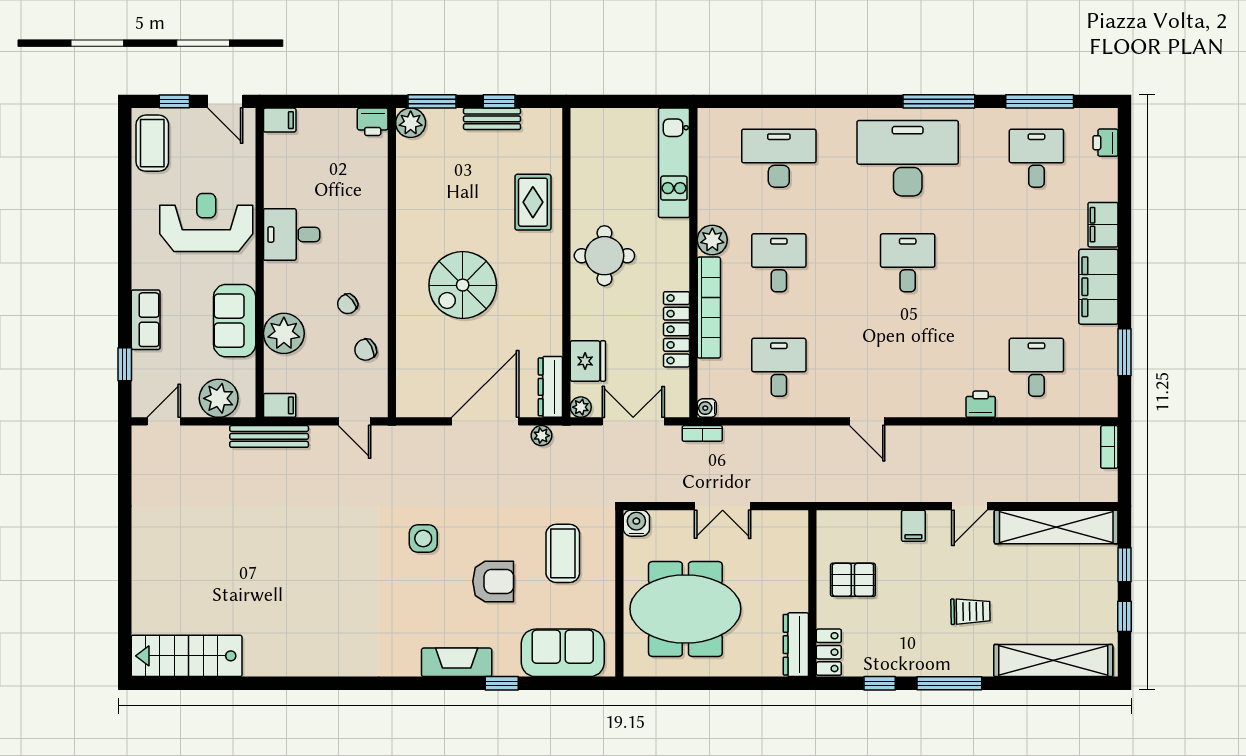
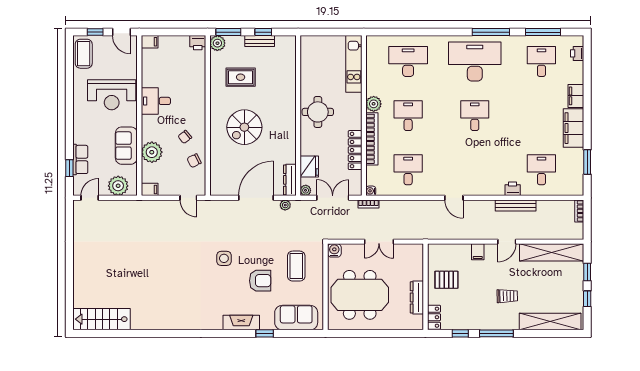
rug: (533, 202) -> (241, 77), moved, turned 90
reception desk: (206, 223) -> (112, 95), turned 180
row of seats: (146, 320) -> (80, 159), moved
bench: (269, 436) -> (516, 206), moved
dresser: (796, 645) -> (417, 297), moved

